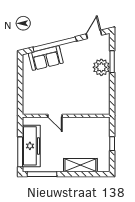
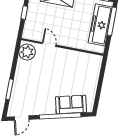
plant: (101, 67) -> (27, 52), moved
door: (55, 116) -> (49, 44), moved

